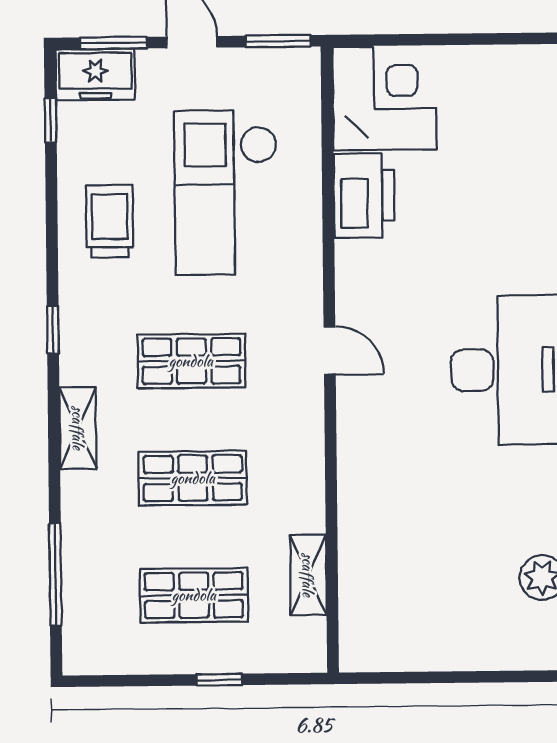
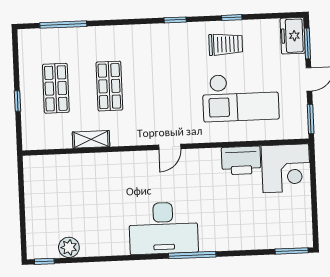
window: (51, 120) -> (232, 18), moved
checkout: (226, 192) -> (241, 97), turned 180
shop shelf: (191, 361) -> (163, 84), removed
shelving: (78, 428) -> (131, 33), removed
shelving: (308, 575) -> (91, 139), moved

